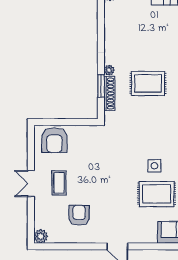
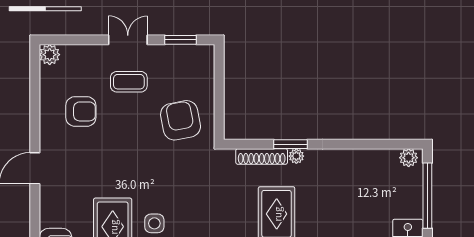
window: (101, 86) -> (290, 144), moved
armchair: (54, 140) -> (181, 120), moved, turned 79
window: (31, 148) -> (180, 40), added

